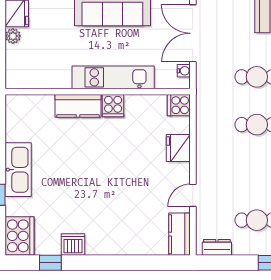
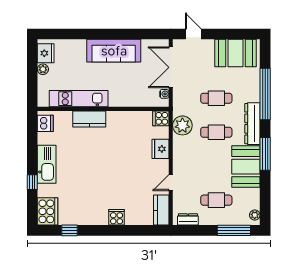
kitchen unit: (113, 77) -> (79, 99), moved
cooker: (113, 106) -> (117, 217), moved, turned 180
plant: (209, 115) -> (182, 125), added
dishwasher: (73, 245) -> (45, 123), moved, turned 90

